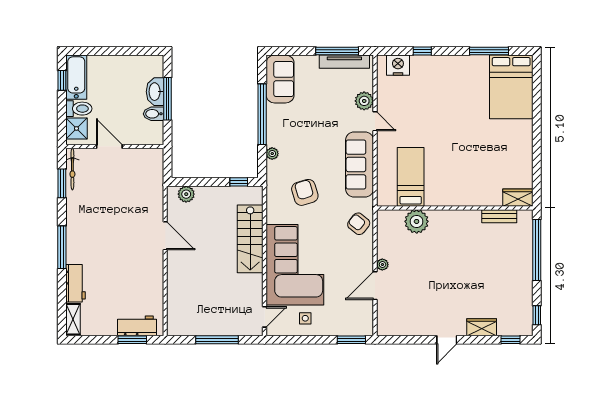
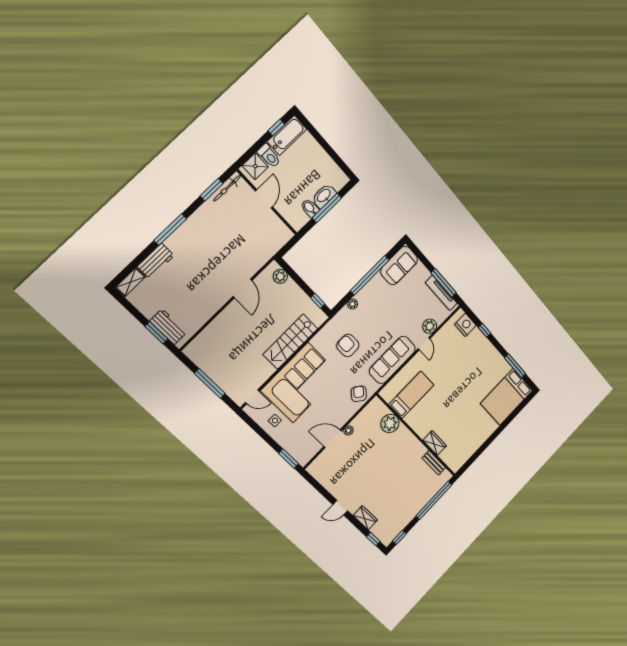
armchair: (305, 192) -> (348, 345), turned -73
wardrobe: (518, 198) -> (435, 443), moved

